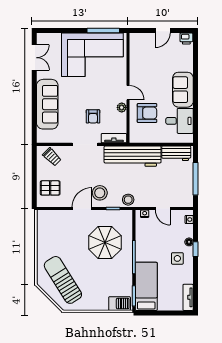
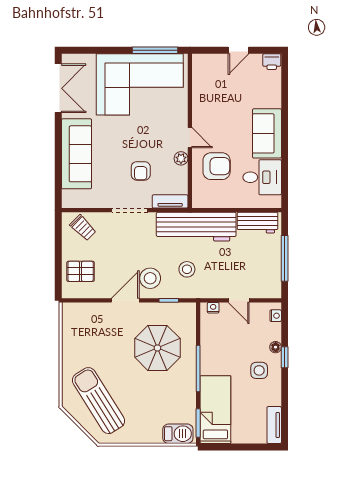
double door: (34, 58) -> (58, 88), width x1.37
stool: (128, 200) -> (187, 269), moved

